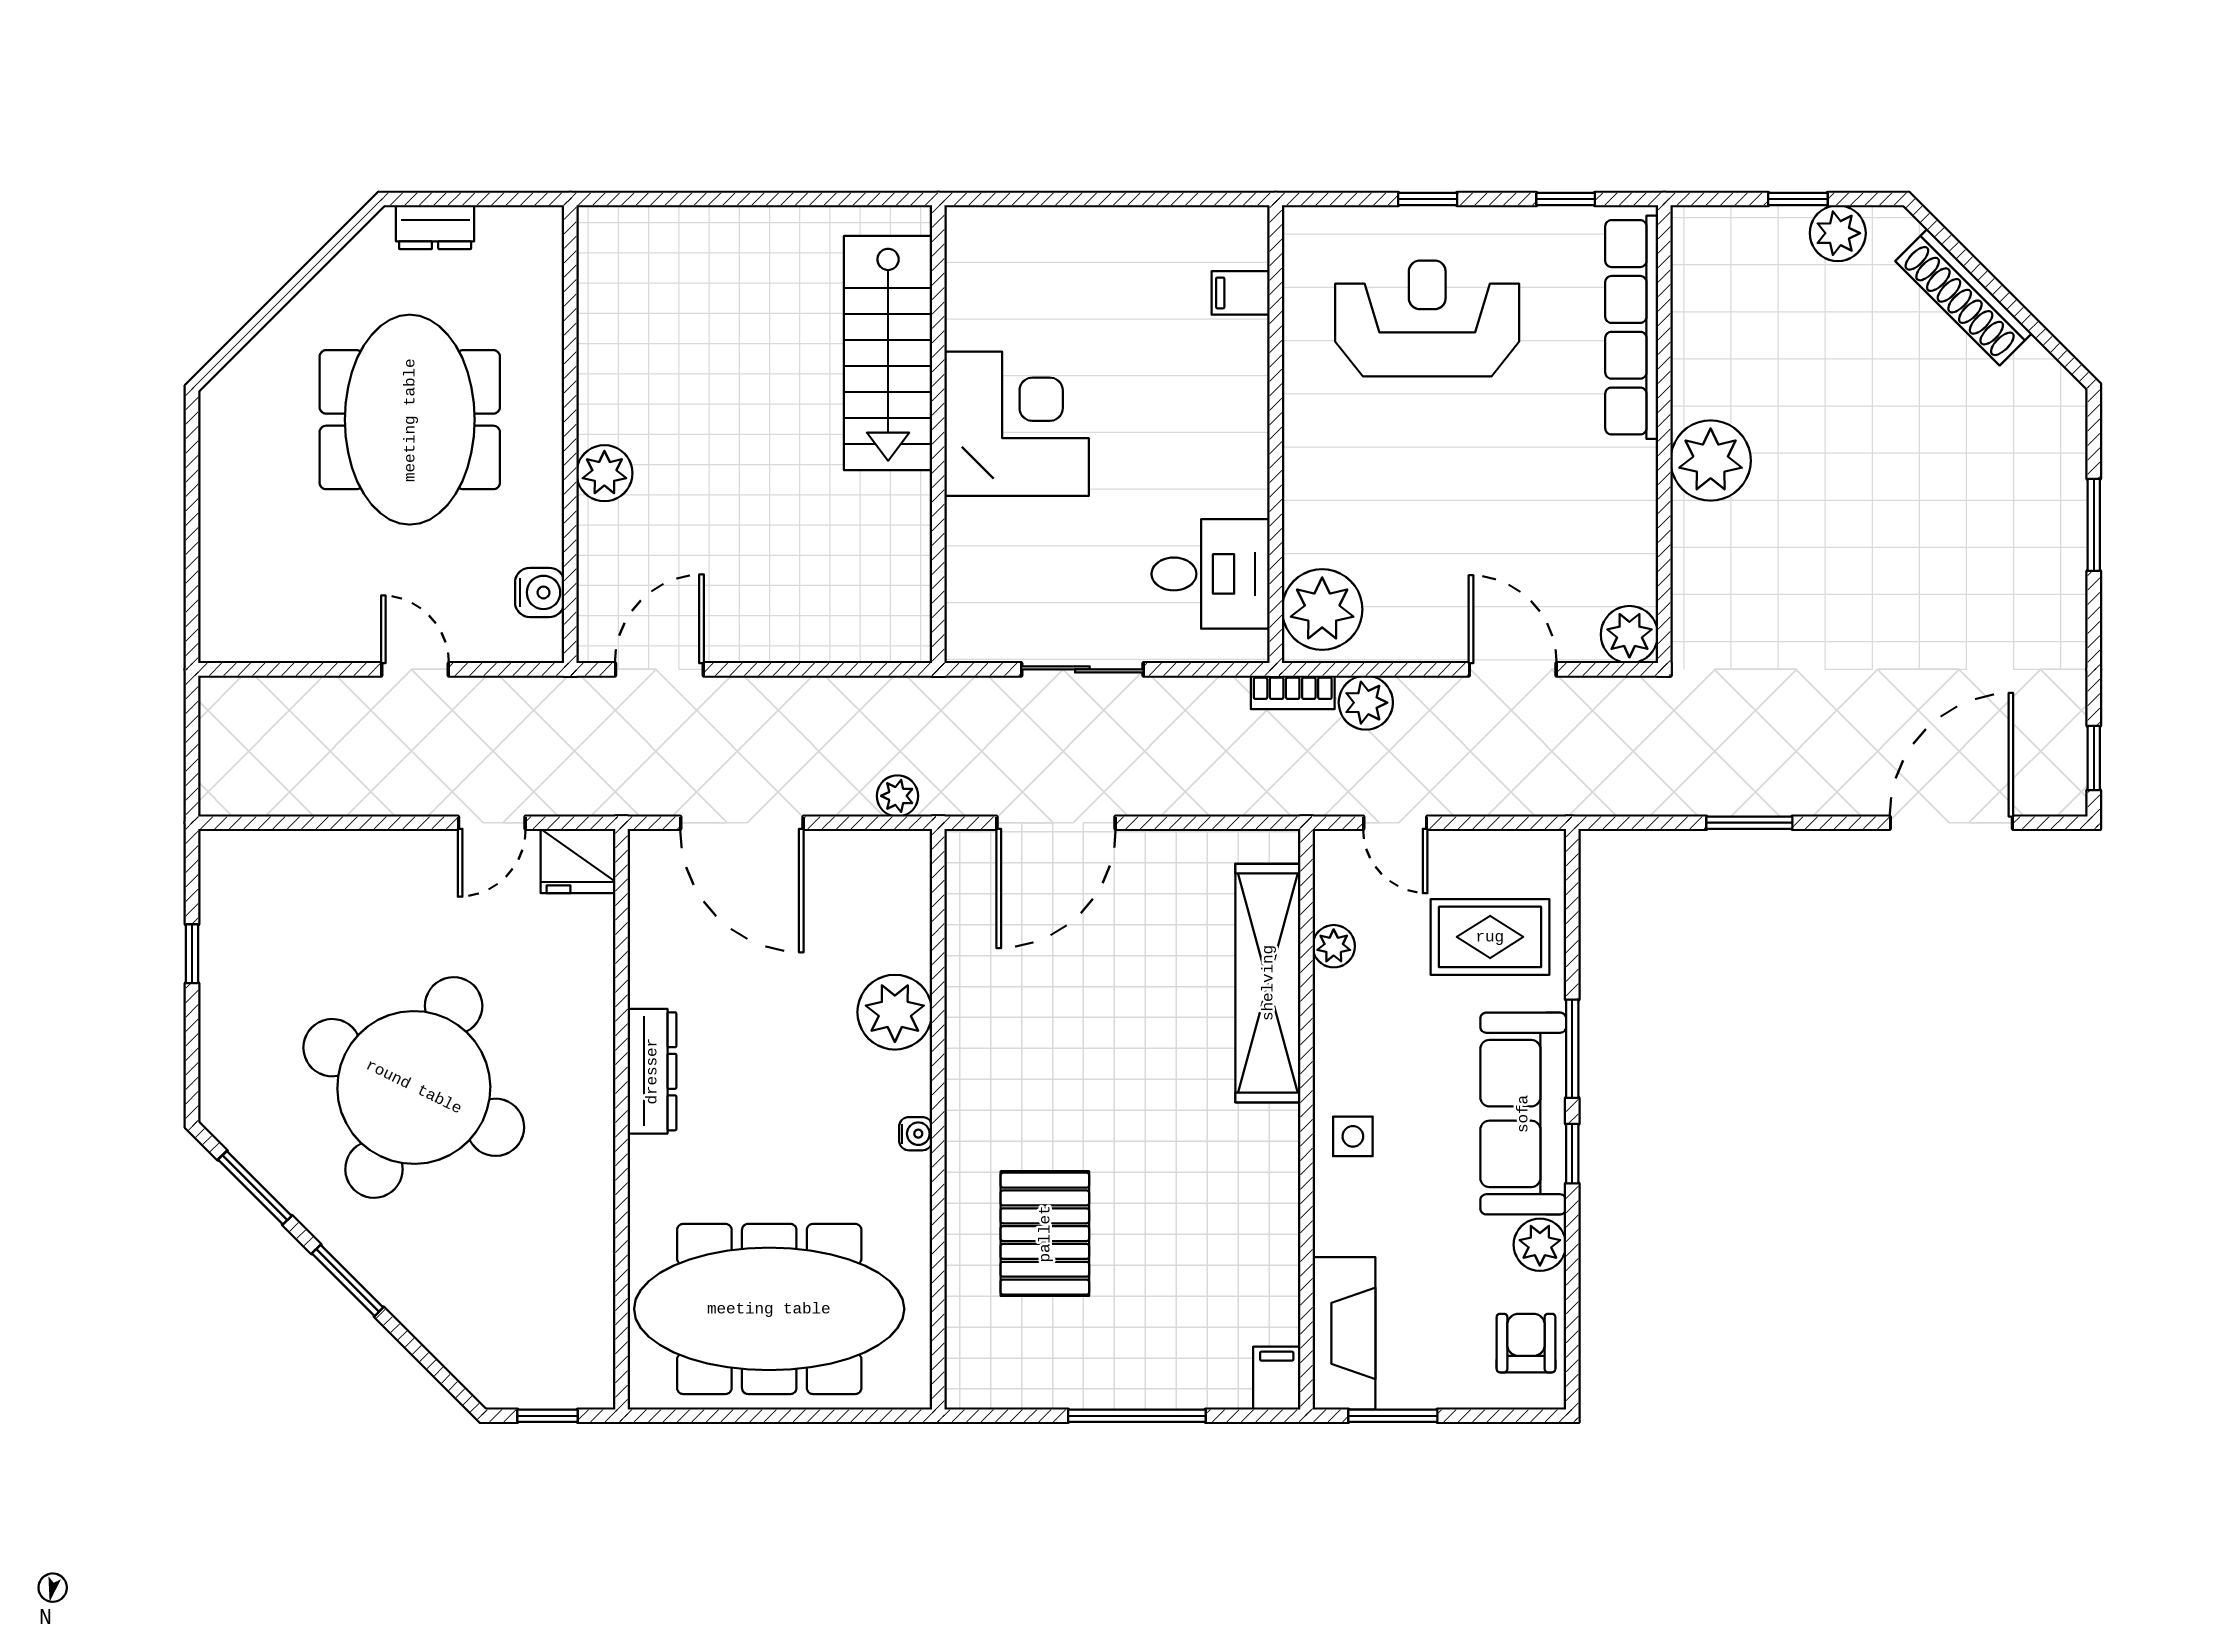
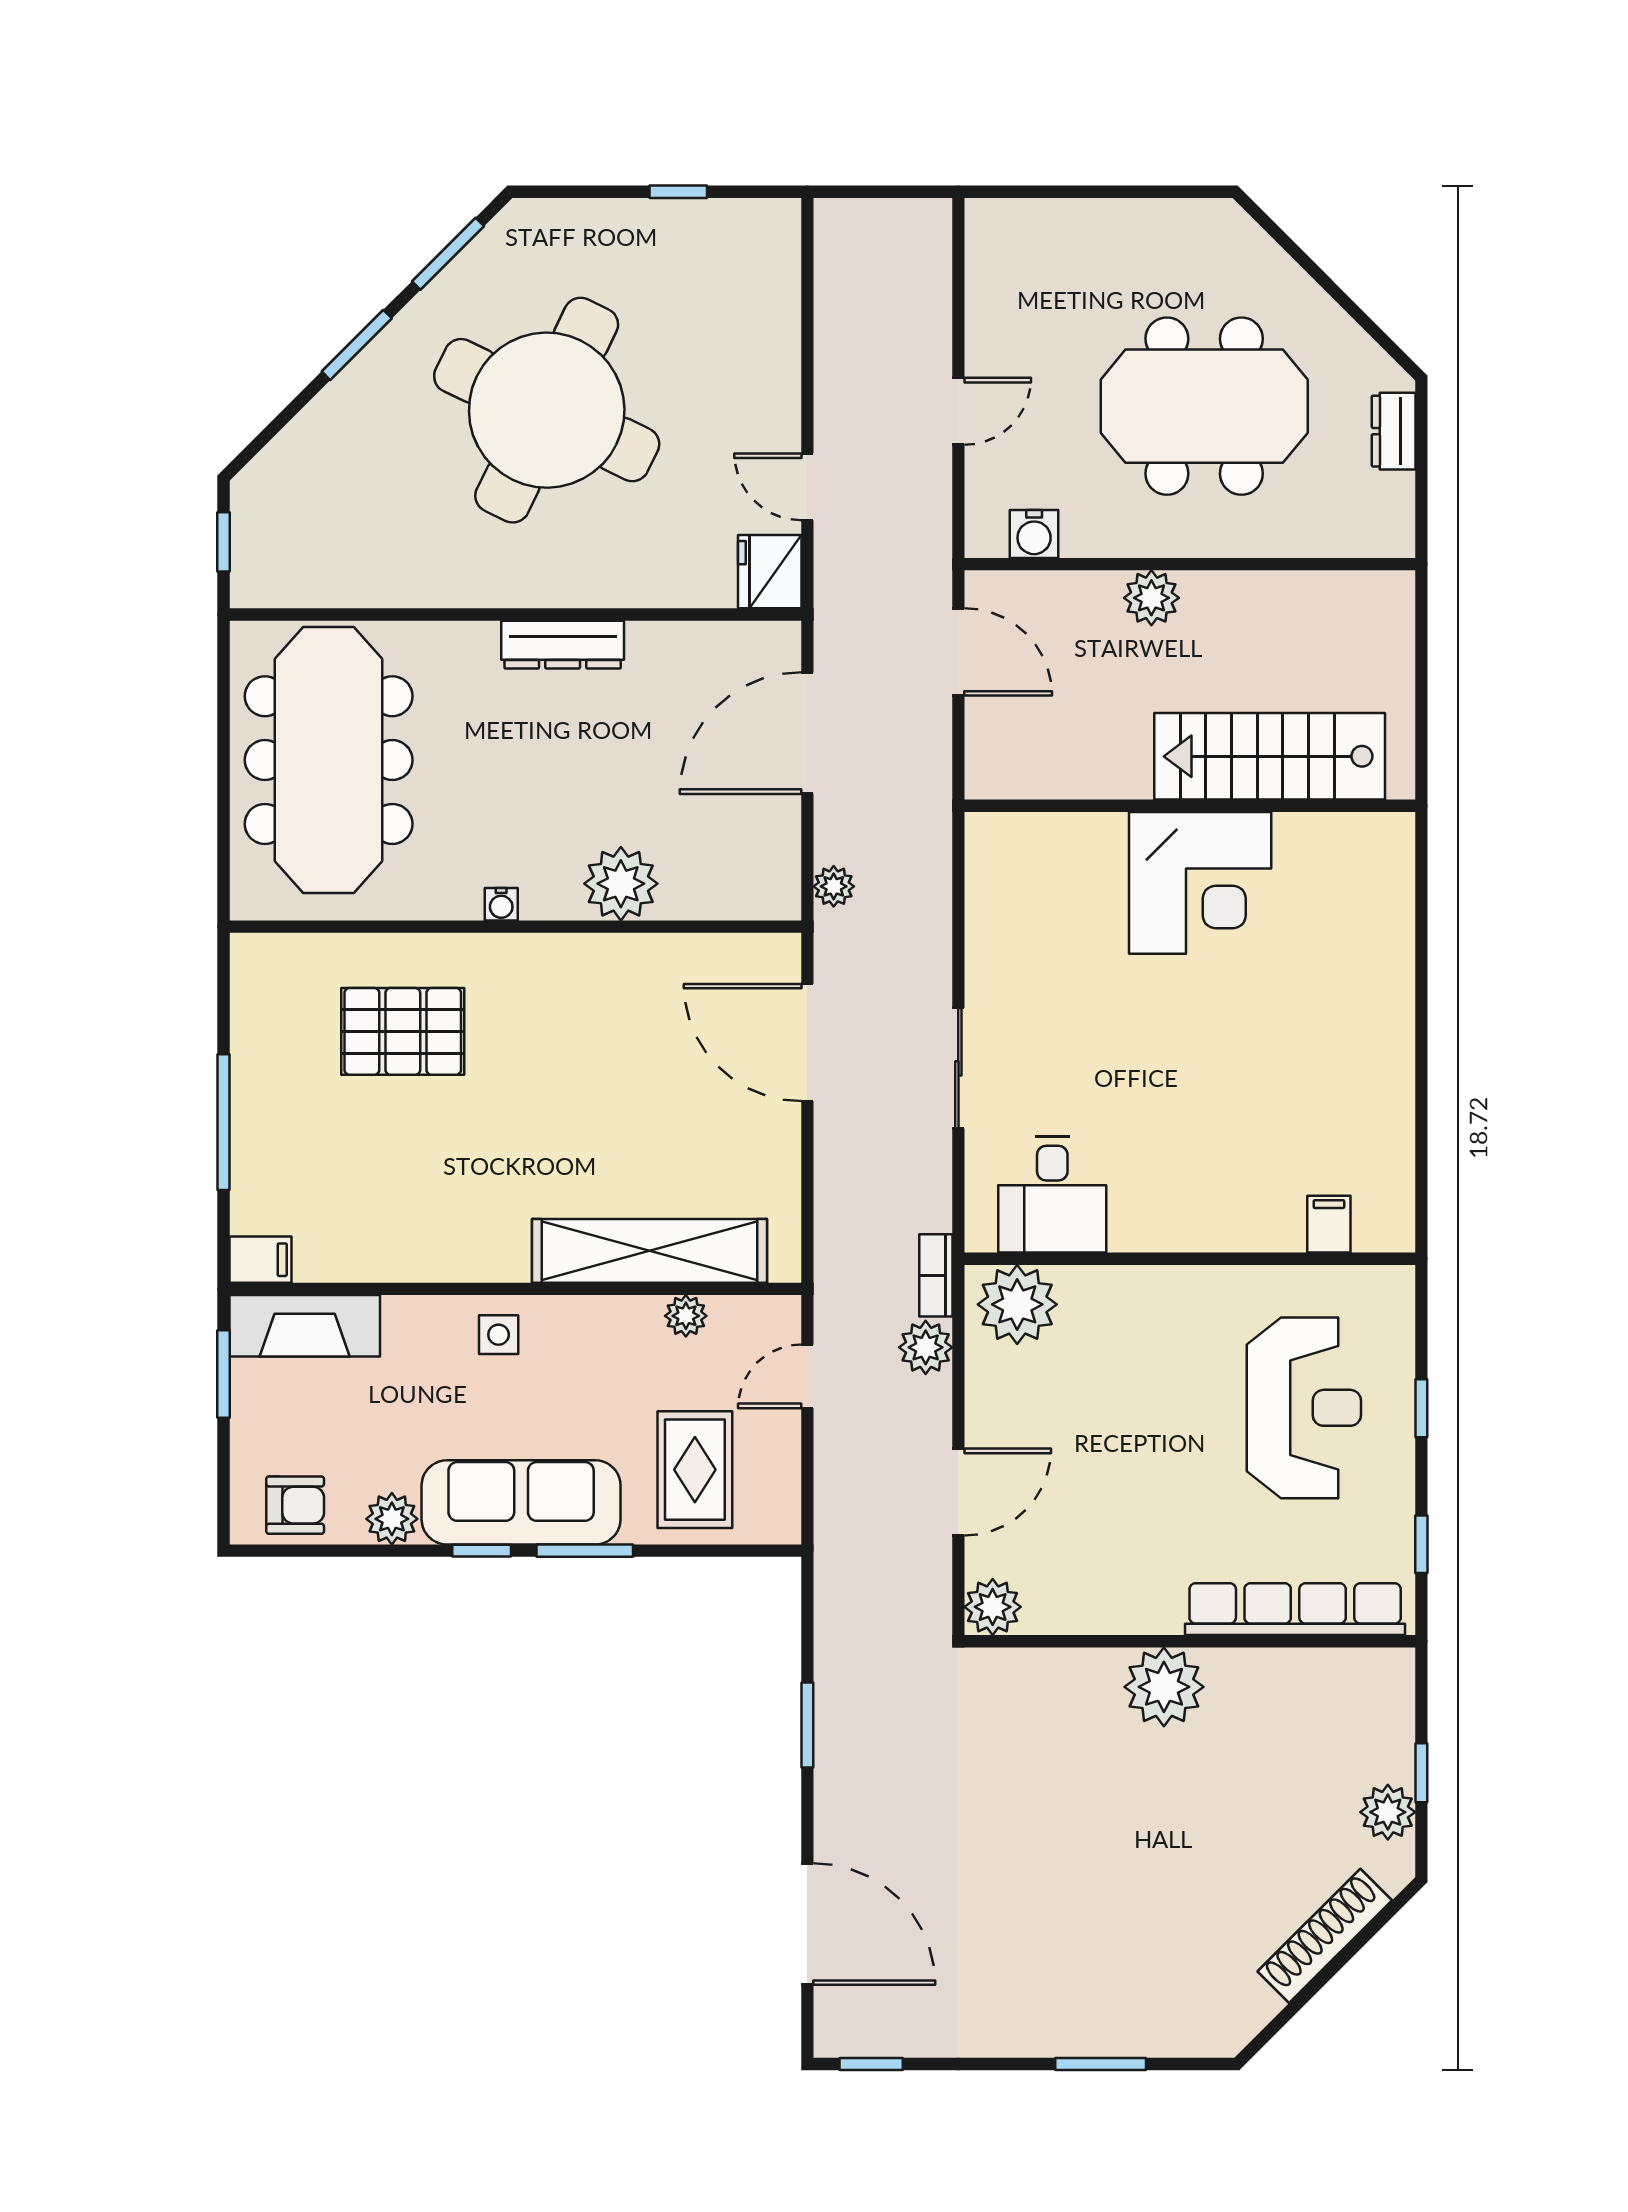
stairs: (888, 353) -> (1270, 756), moved
corner desk: (1017, 424) -> (1200, 883), moved
wall: (938, 434) -> (1190, 806), moved

